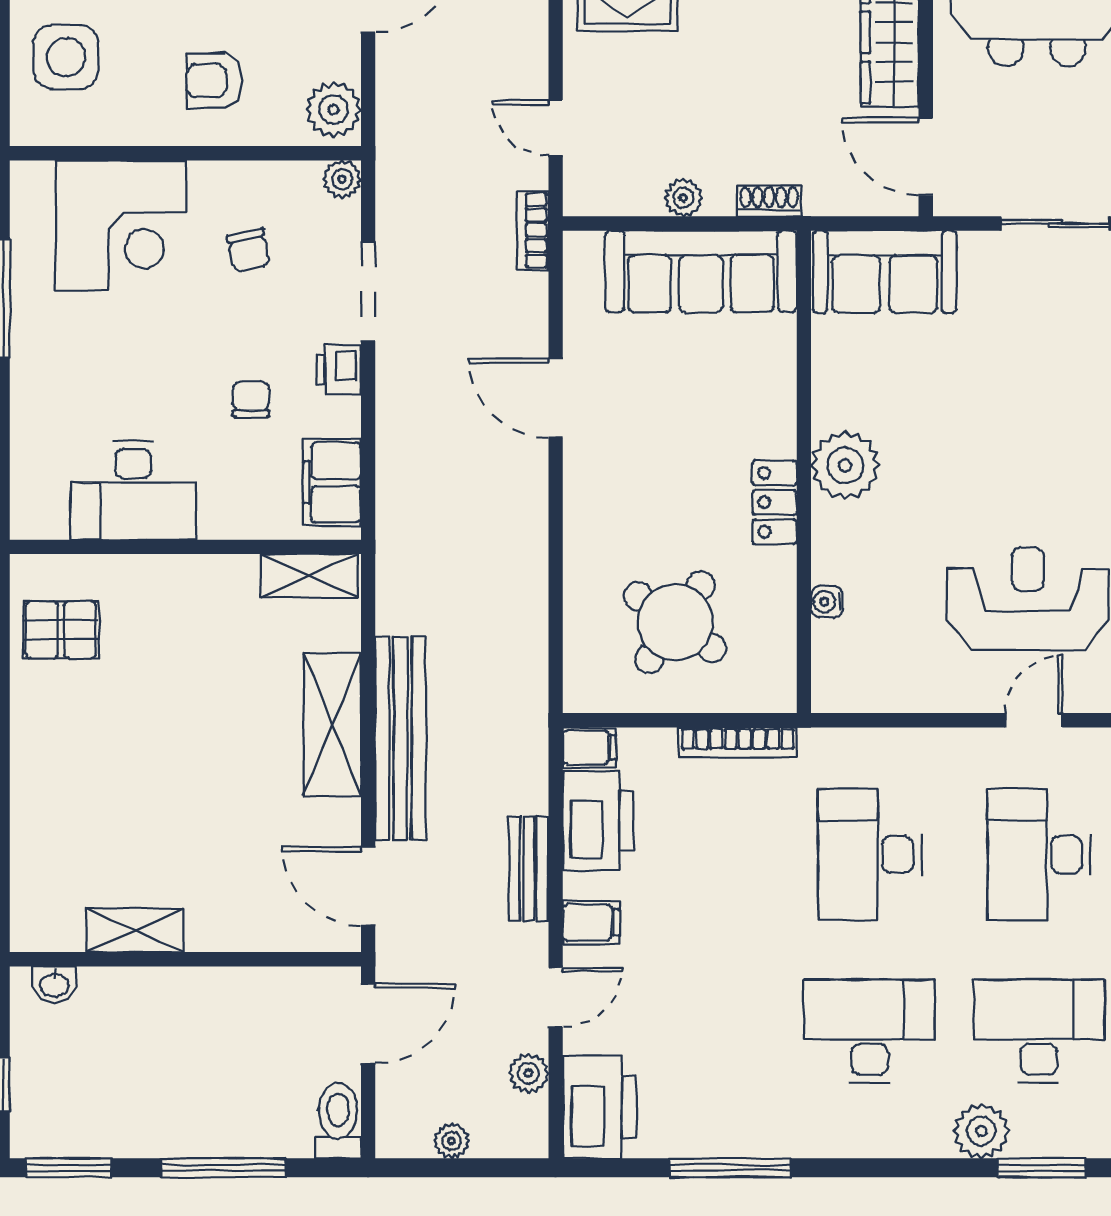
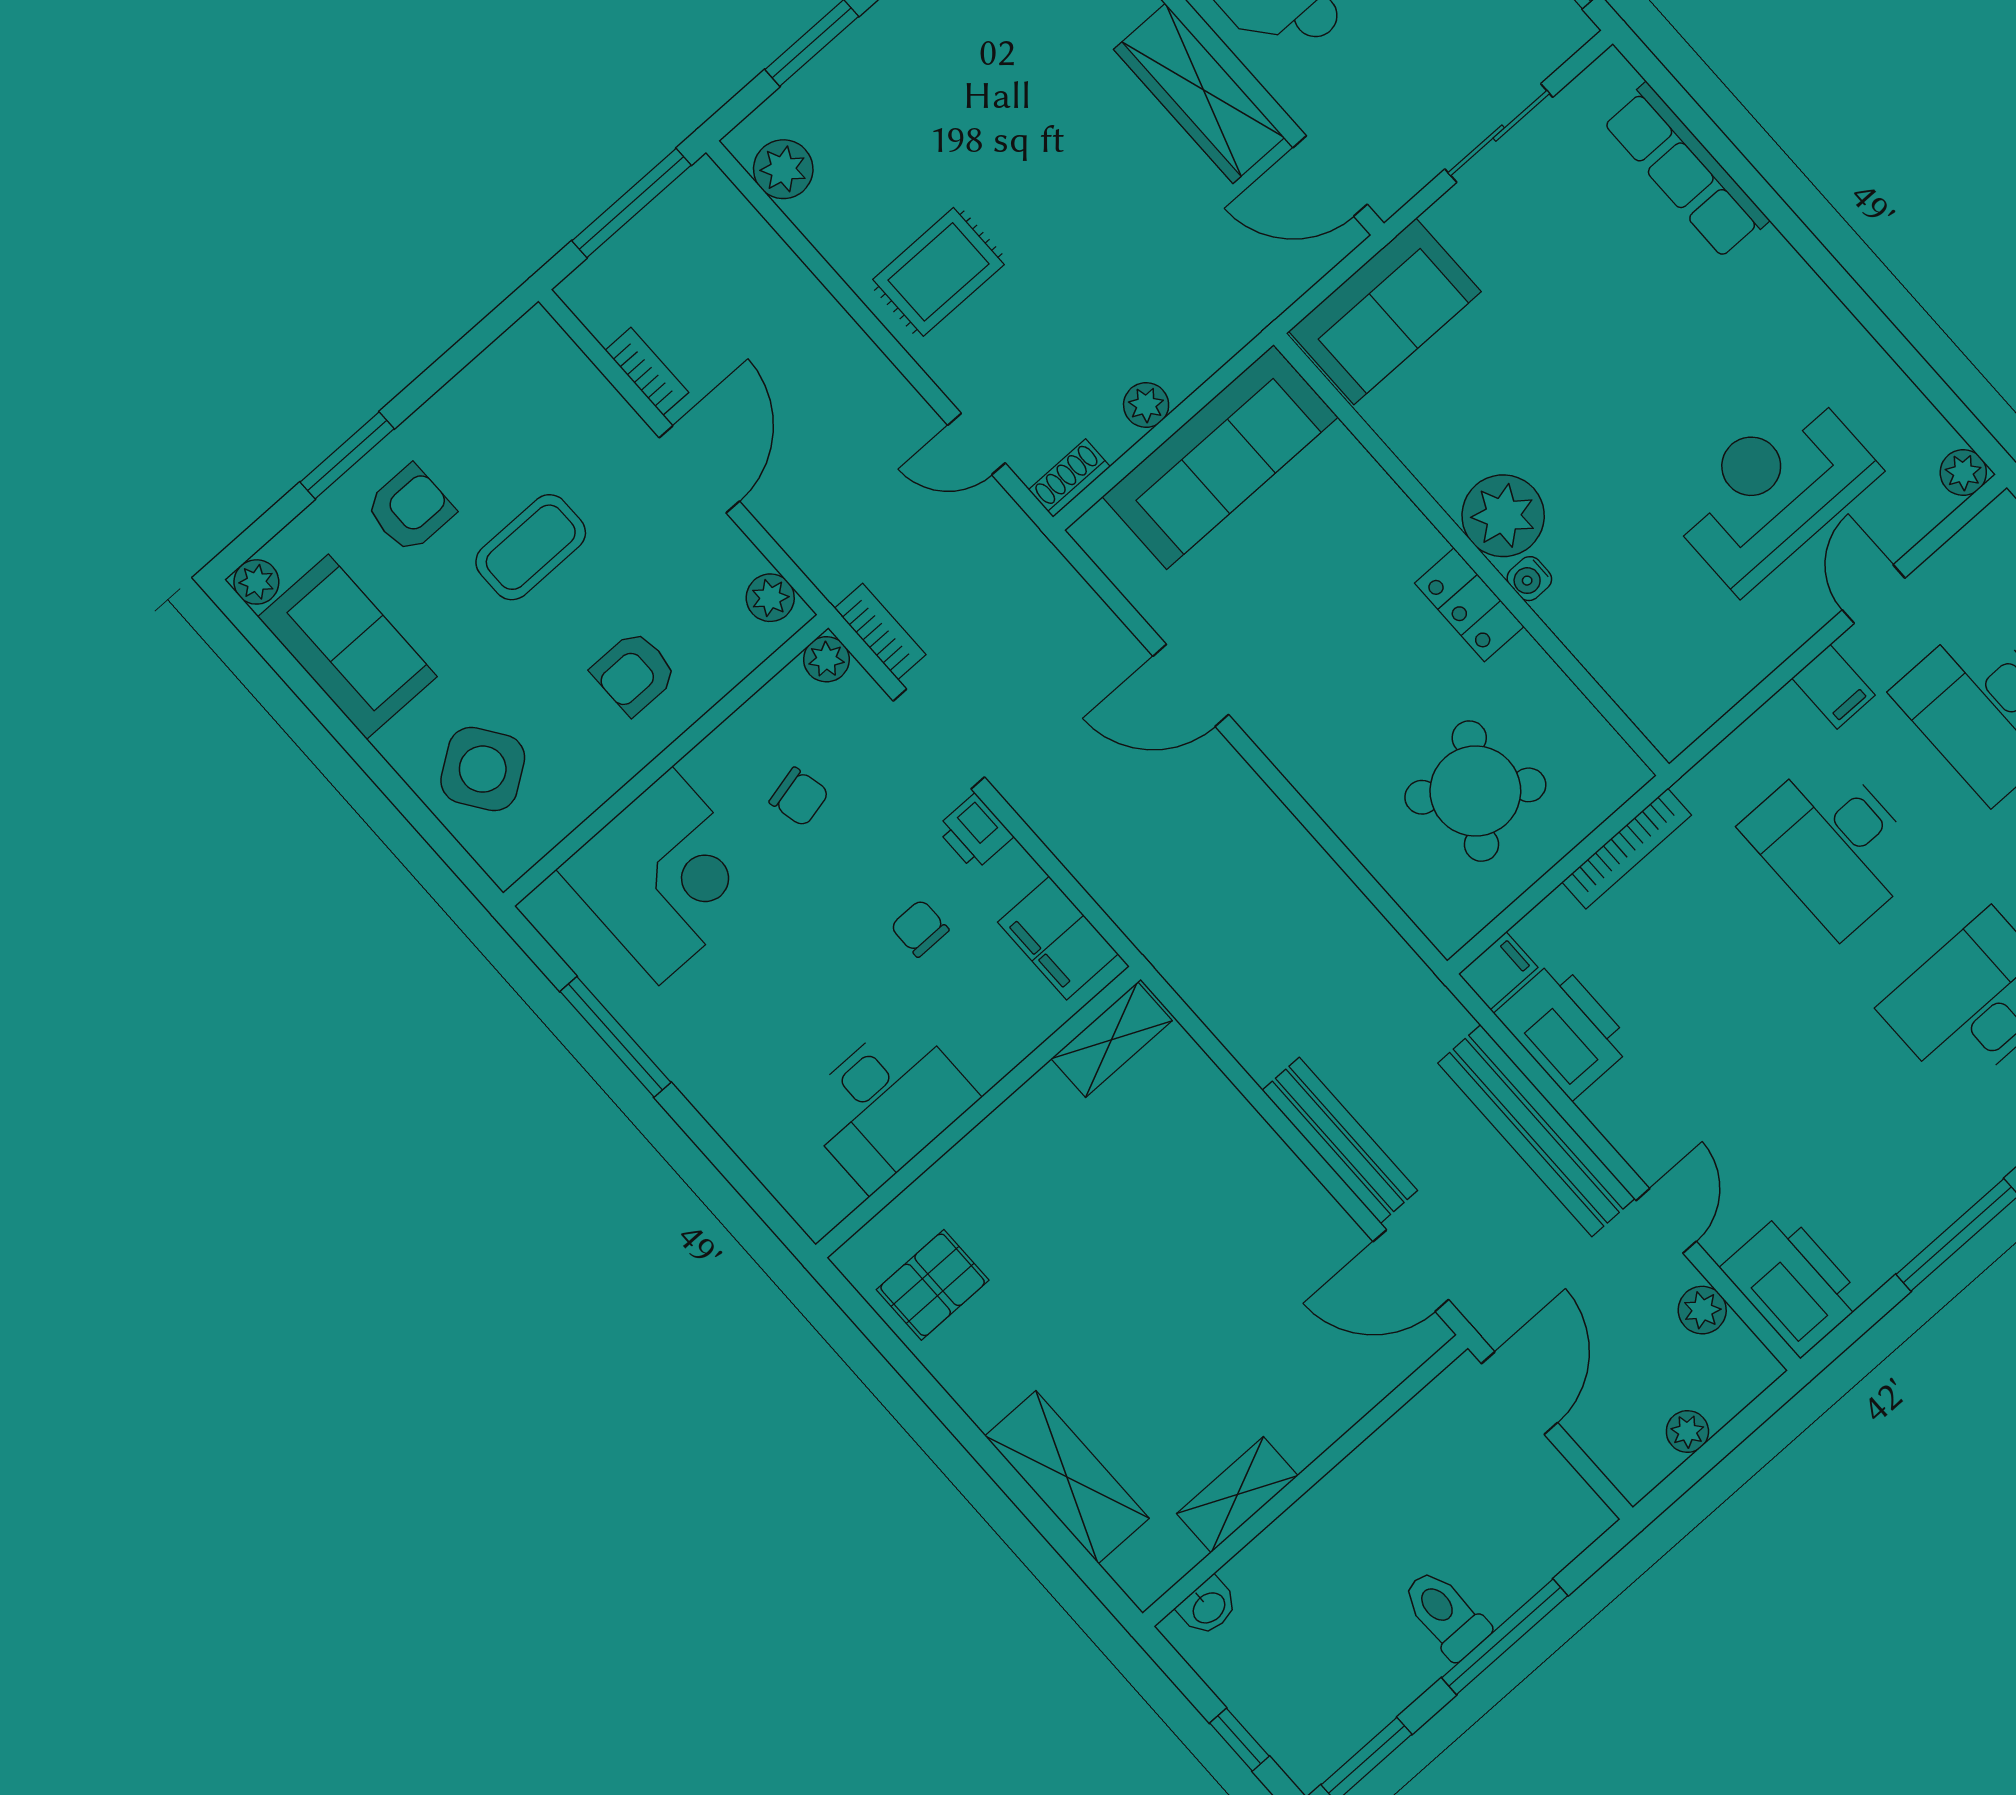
side table: (66, 57) -> (483, 769), turned -35
plant: (334, 110) -> (770, 598), width x0.73, depth x0.73
shoe rack: (769, 201) -> (1069, 478), moved
bookcase: (533, 230) -> (880, 631), moved, turned 180
water cooler: (827, 602) -> (1529, 579), moved
shelving: (332, 725) -> (1067, 1477), moved
bench: (400, 738) -> (1340, 1140), width x0.73, depth x0.82
bench: (529, 869) -> (1536, 1131), width x1.86, depth x1.21
filing cabinet: (591, 923) -> (1833, 687), moved, turned 90
toilet: (338, 1121) -> (1445, 1614), moved

